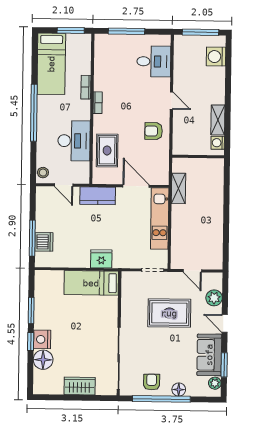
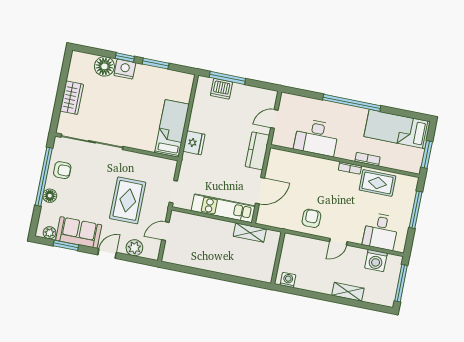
washing machine: (216, 57) -> (376, 261), moved, turned 180
shelving: (218, 120) -> (348, 292), moved
rug: (107, 150) -> (377, 183), moved
stool: (43, 173) -> (291, 101), removed

